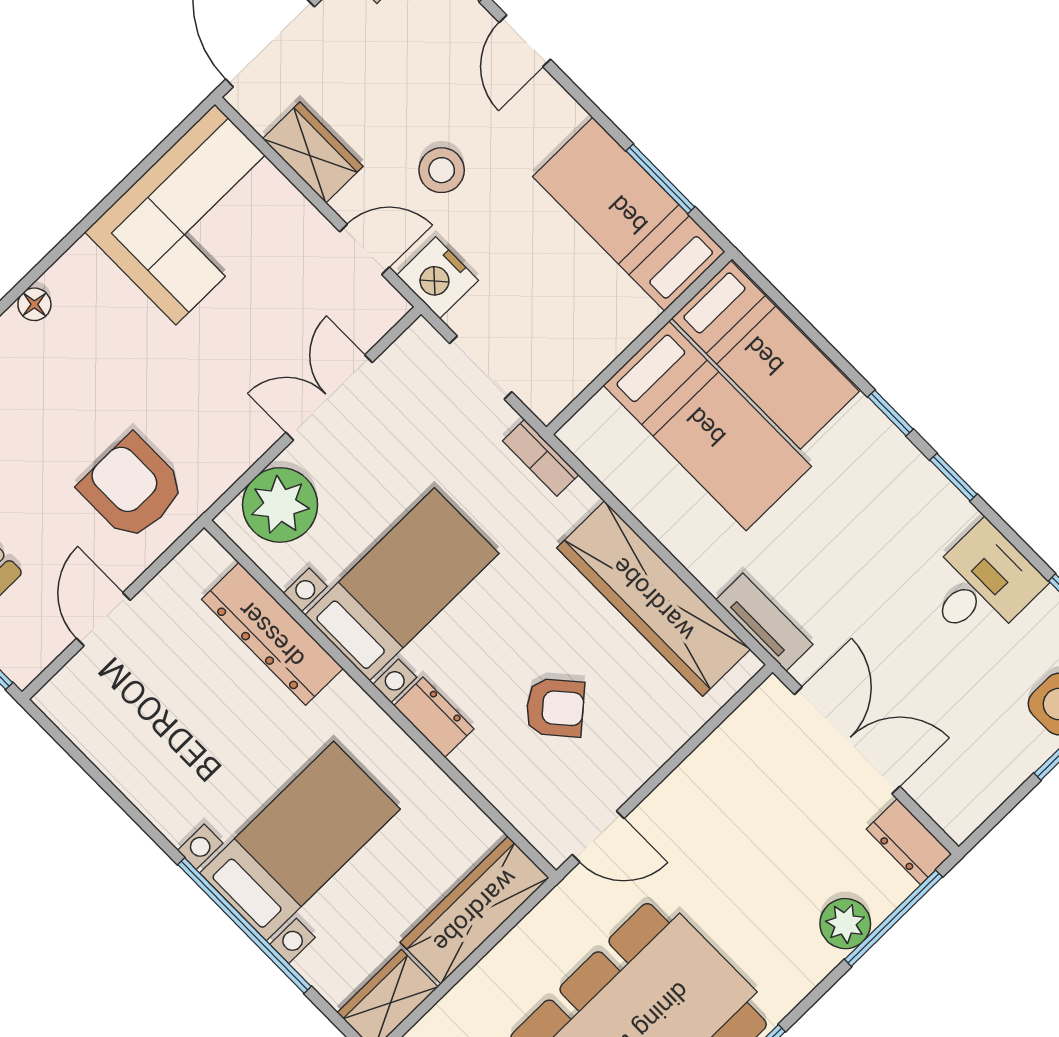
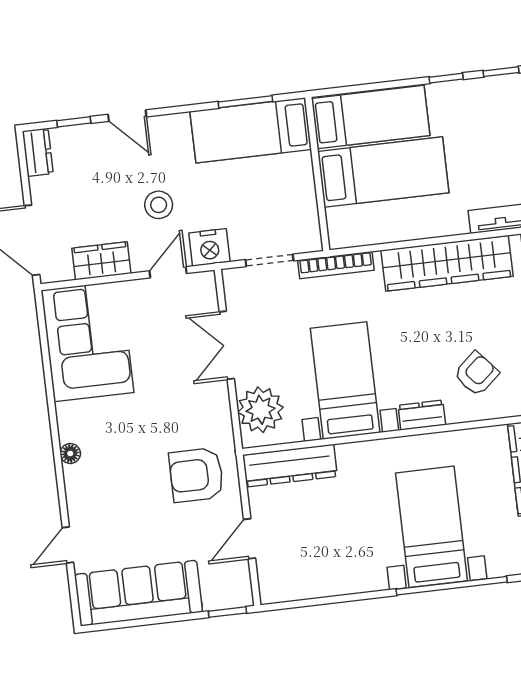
bookcase: (541, 458) -> (336, 265), width x1.56
door: (103, 619) -> (249, 539), hinge flipped
dresser: (272, 634) -> (290, 466), moved
armchair: (555, 708) -> (476, 374), moved

